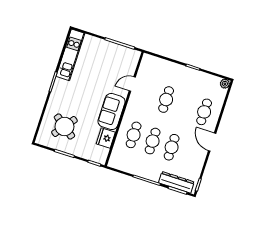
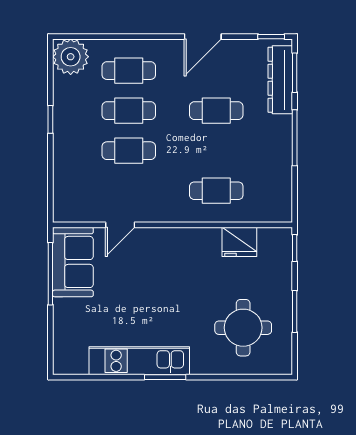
kitchen unit: (70, 55) -> (139, 361), moved
door: (132, 84) -> (120, 225), hinge flipped
plant: (225, 84) -> (71, 57), width x1.87, depth x1.87
sofa: (112, 112) -> (73, 262), moved, turned -90
round table: (64, 127) -> (243, 328), turned -37
cafe table: (153, 141) -> (129, 111), moved
door: (212, 142) -> (203, 37), moved

